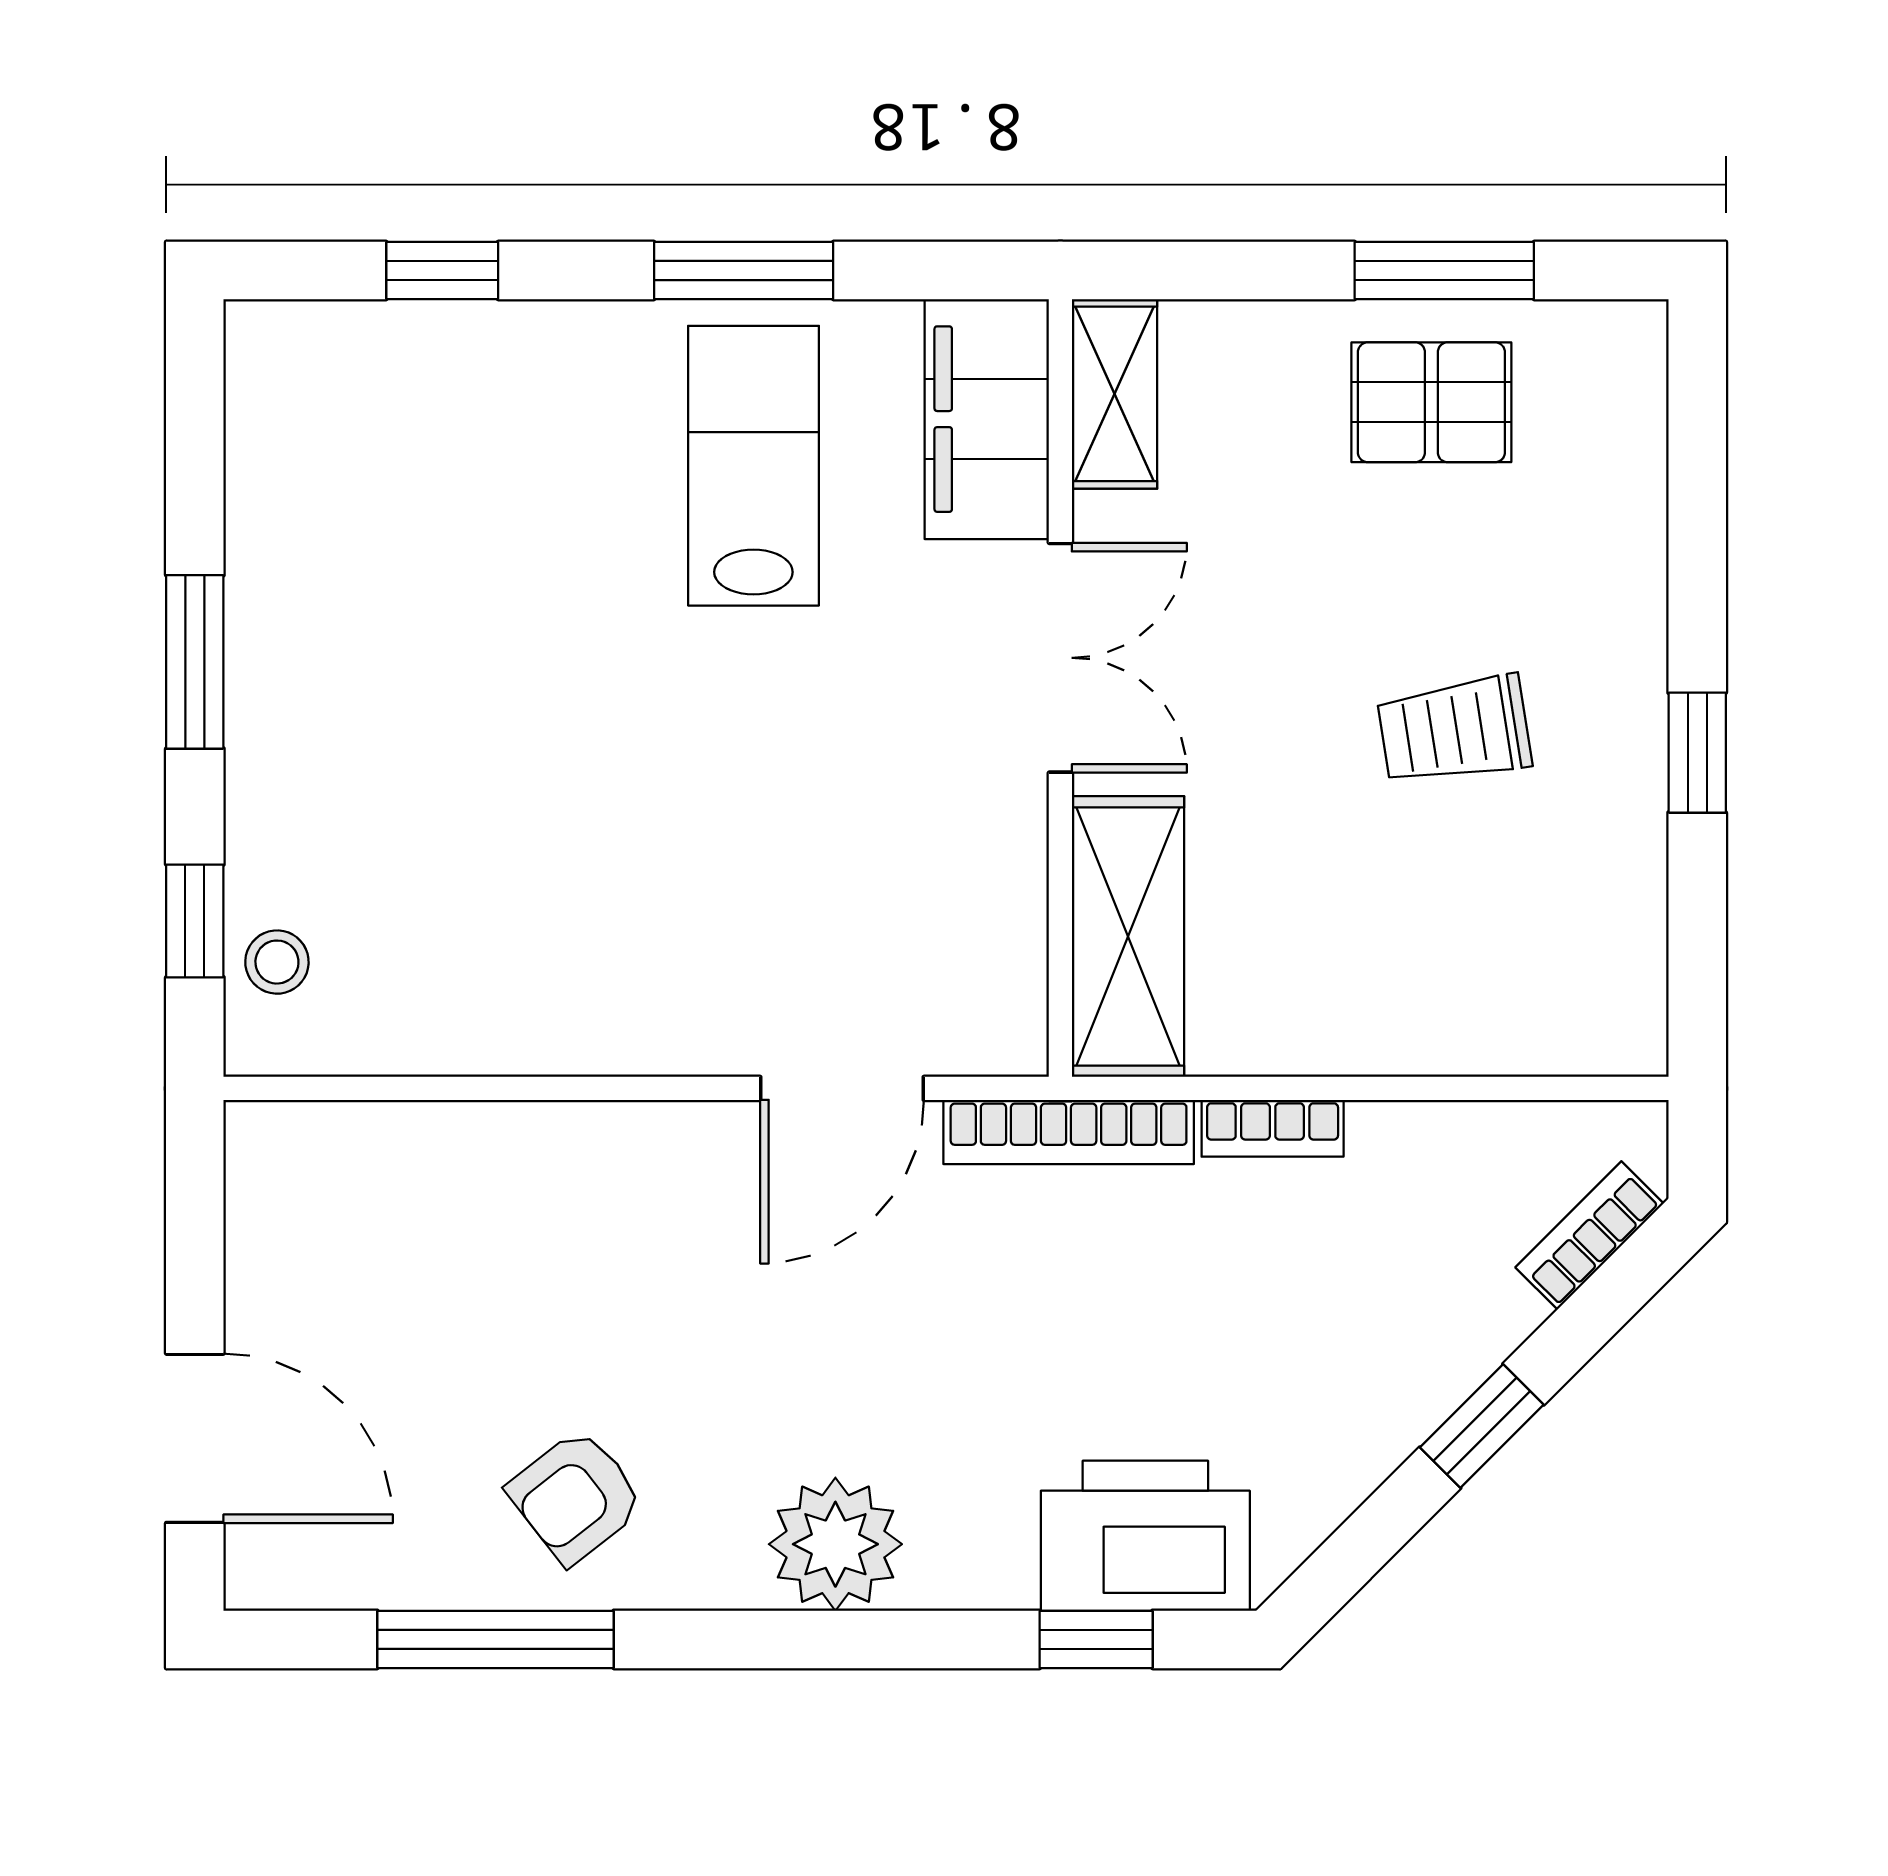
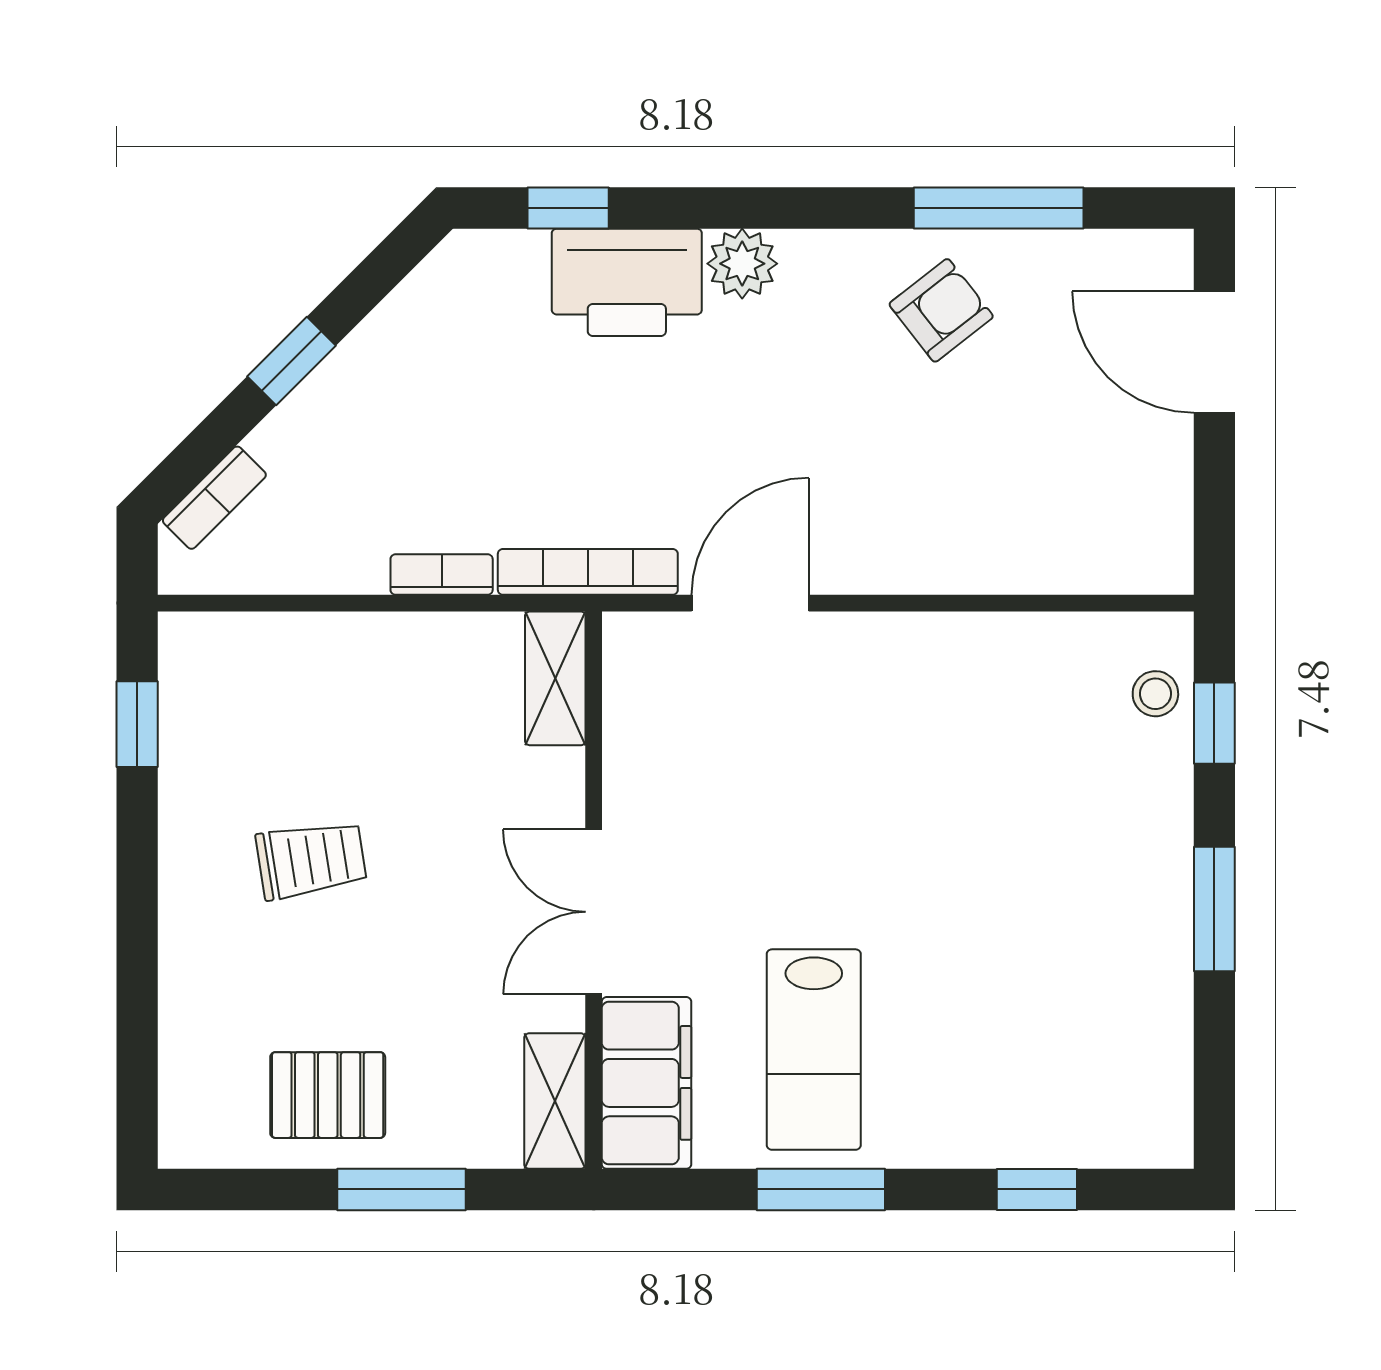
window: (1444, 271) -> (402, 1189), moved
window: (1697, 753) -> (137, 724), moved
shelving: (1128, 937) -> (555, 678), width x0.67, depth x0.75
printer: (1145, 1536) -> (627, 282), moved
plant: (835, 1544) -> (742, 264), width x0.73, depth x0.73

